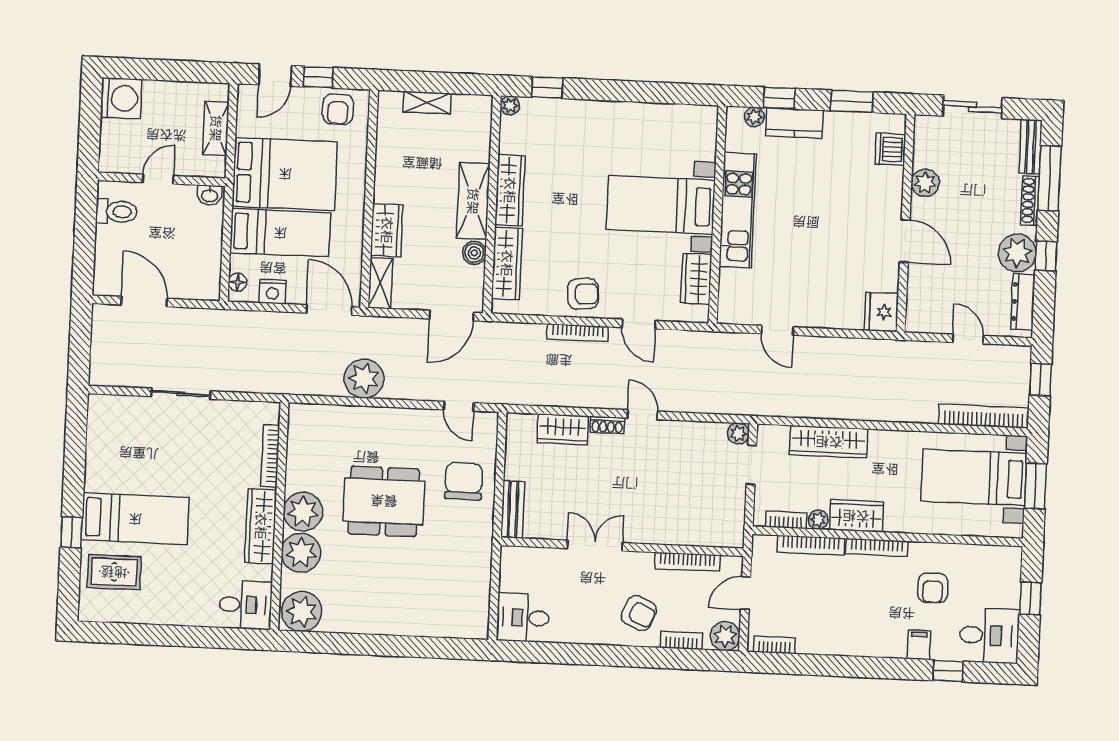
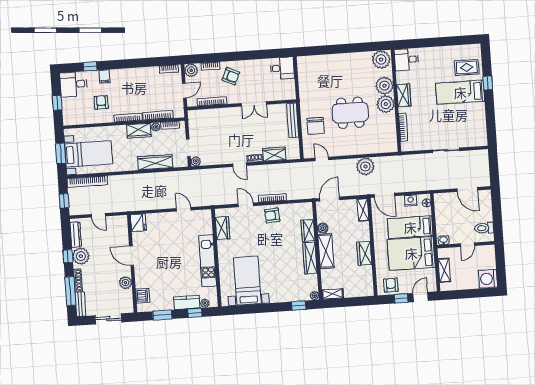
shelving: (427, 103) -> (333, 294), moved
bed with nightstands: (661, 205) -> (247, 281), moved, turned -90
wardrobe: (387, 230) -> (364, 253), moved
wardrobe: (507, 263) -> (308, 230), width x0.67
bench: (513, 509) -> (293, 120), width x1.36
wardrobe: (261, 526) -> (404, 95), width x0.67
armchair: (639, 613) -> (231, 76), turned 180

